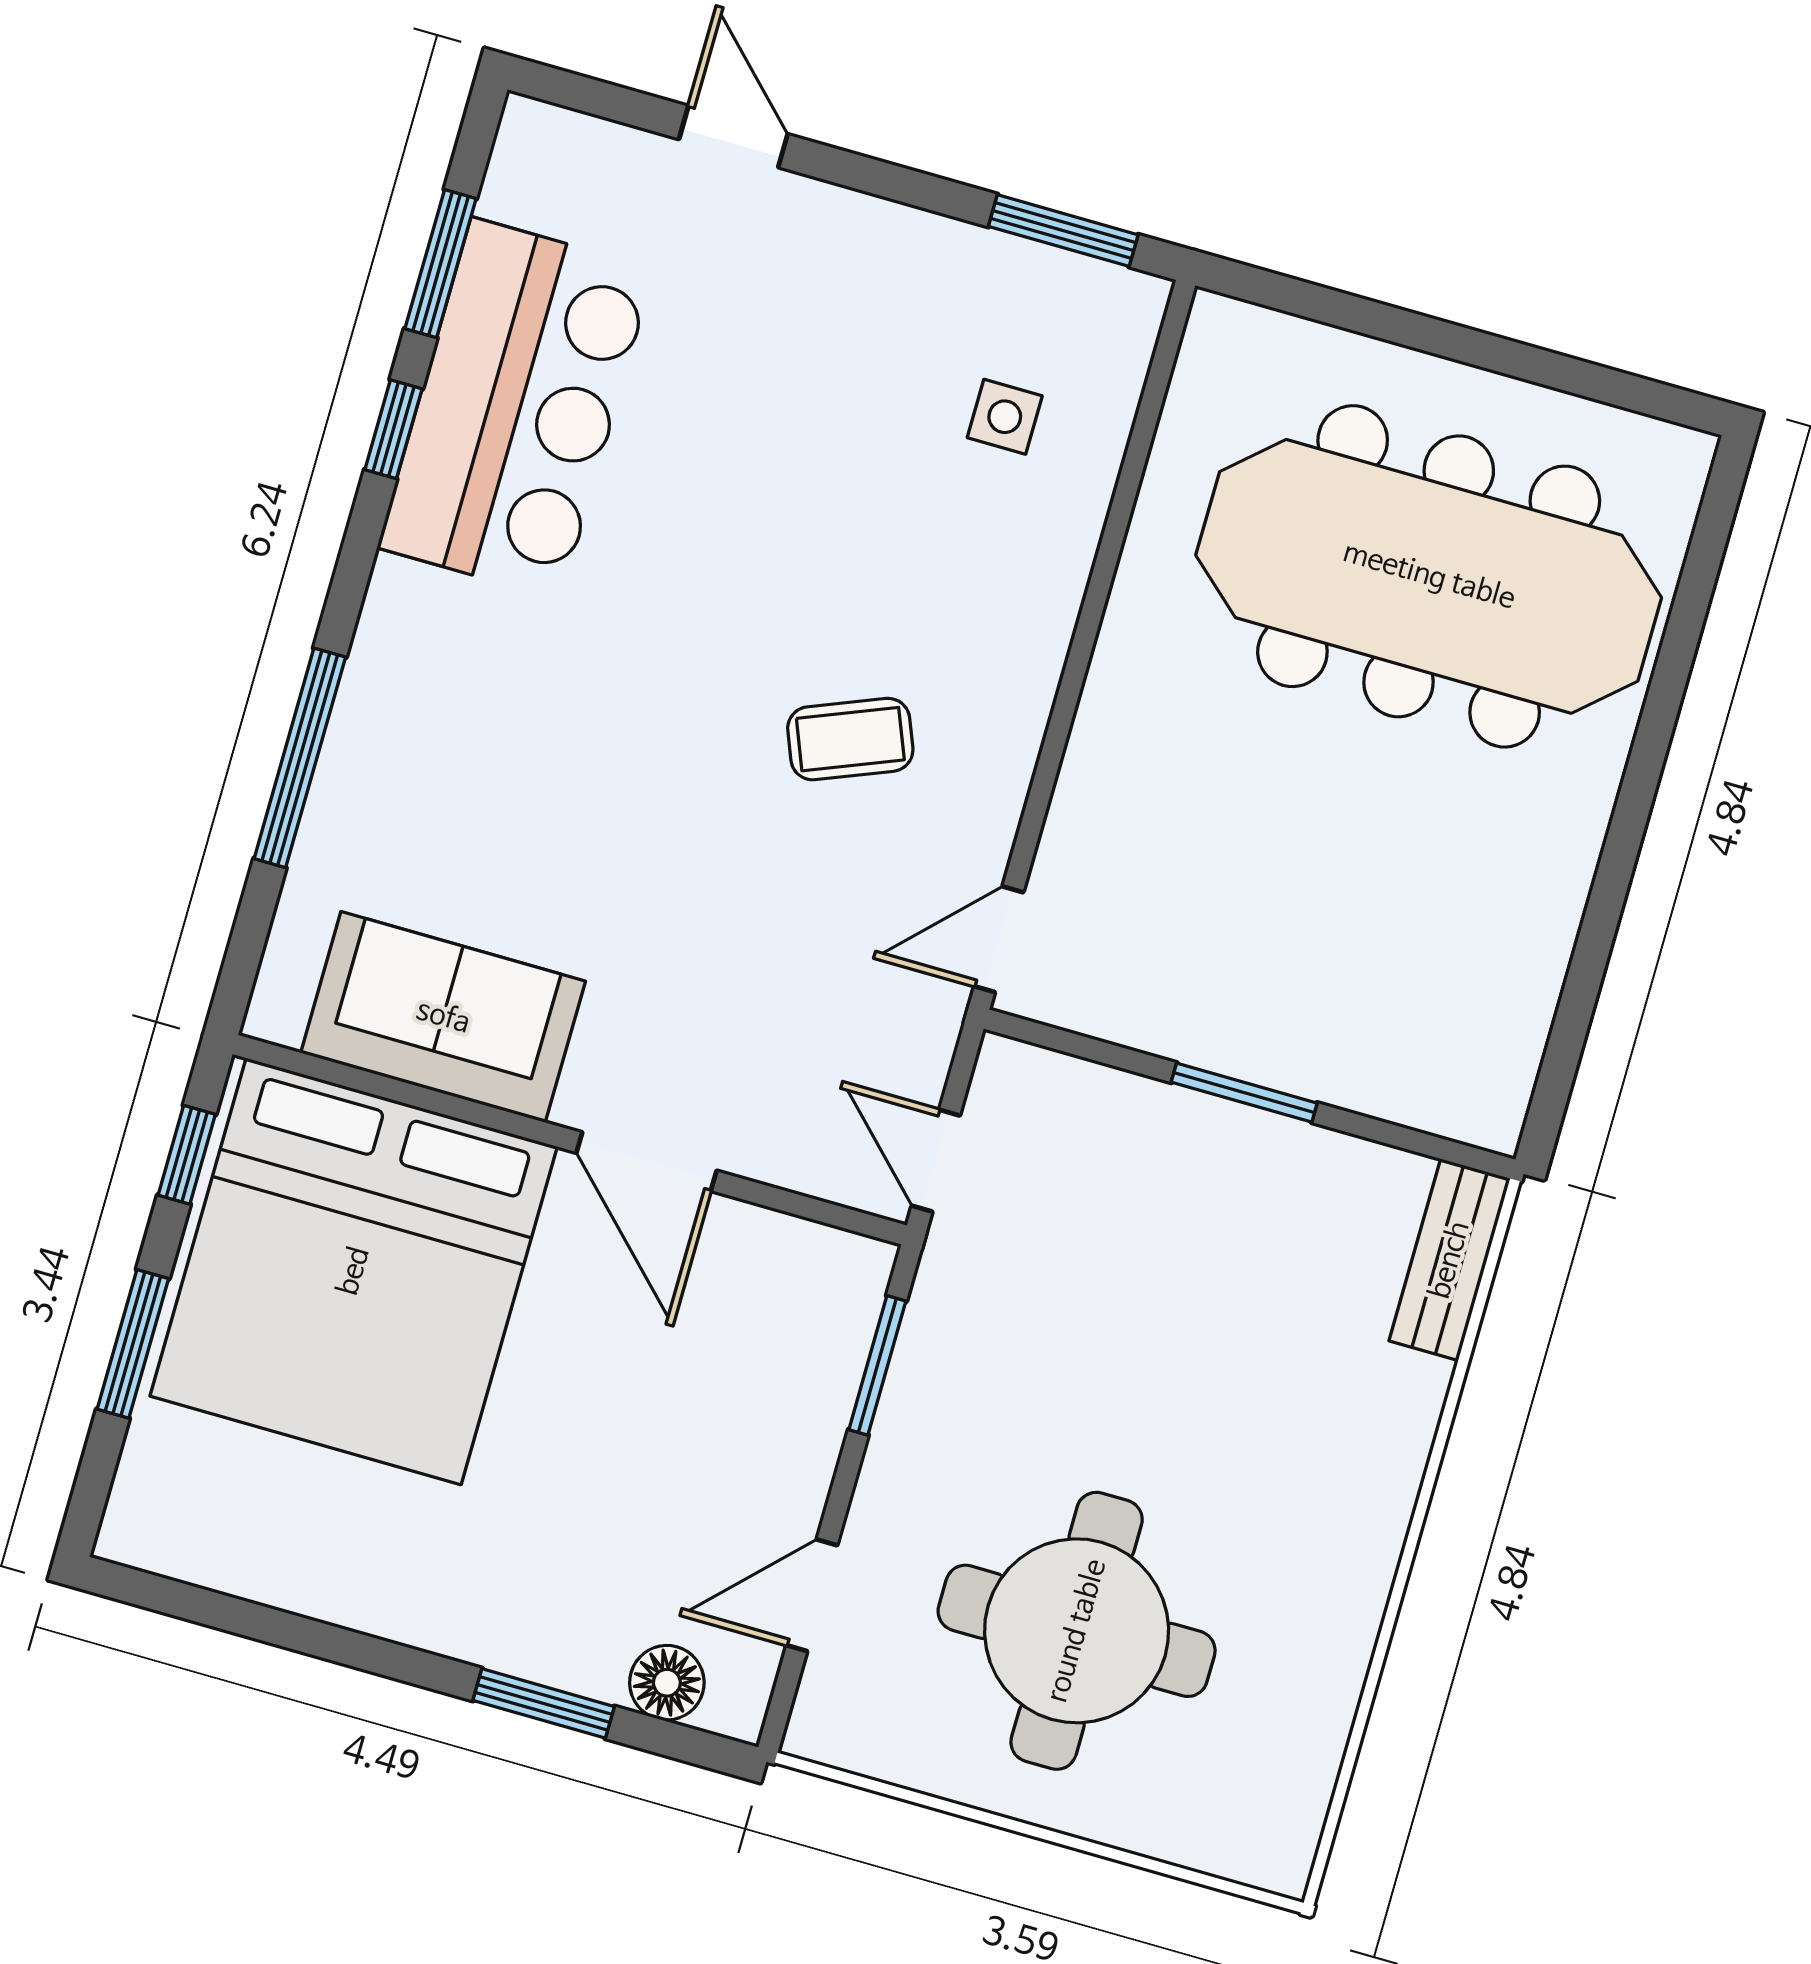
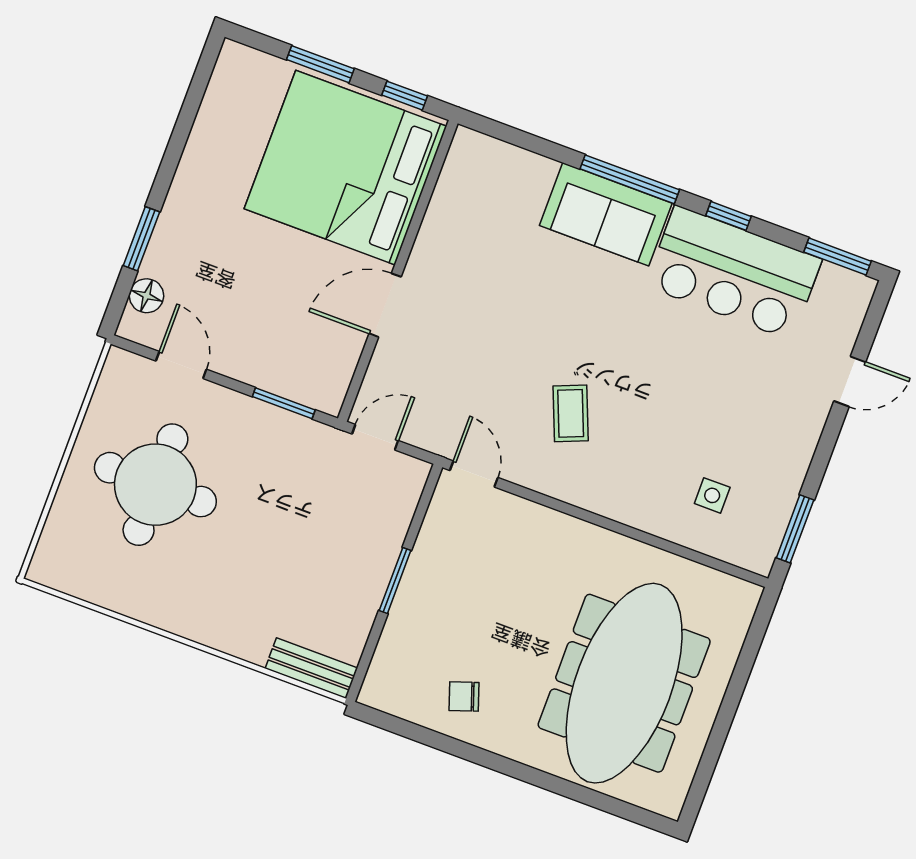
window: (441, 264) -> (837, 257), moved
window: (300, 758) -> (630, 179), moved
chair: (1485, 923) -> (464, 697), added
sofa: (443, 1017) -> (606, 214), moved, turned 90

